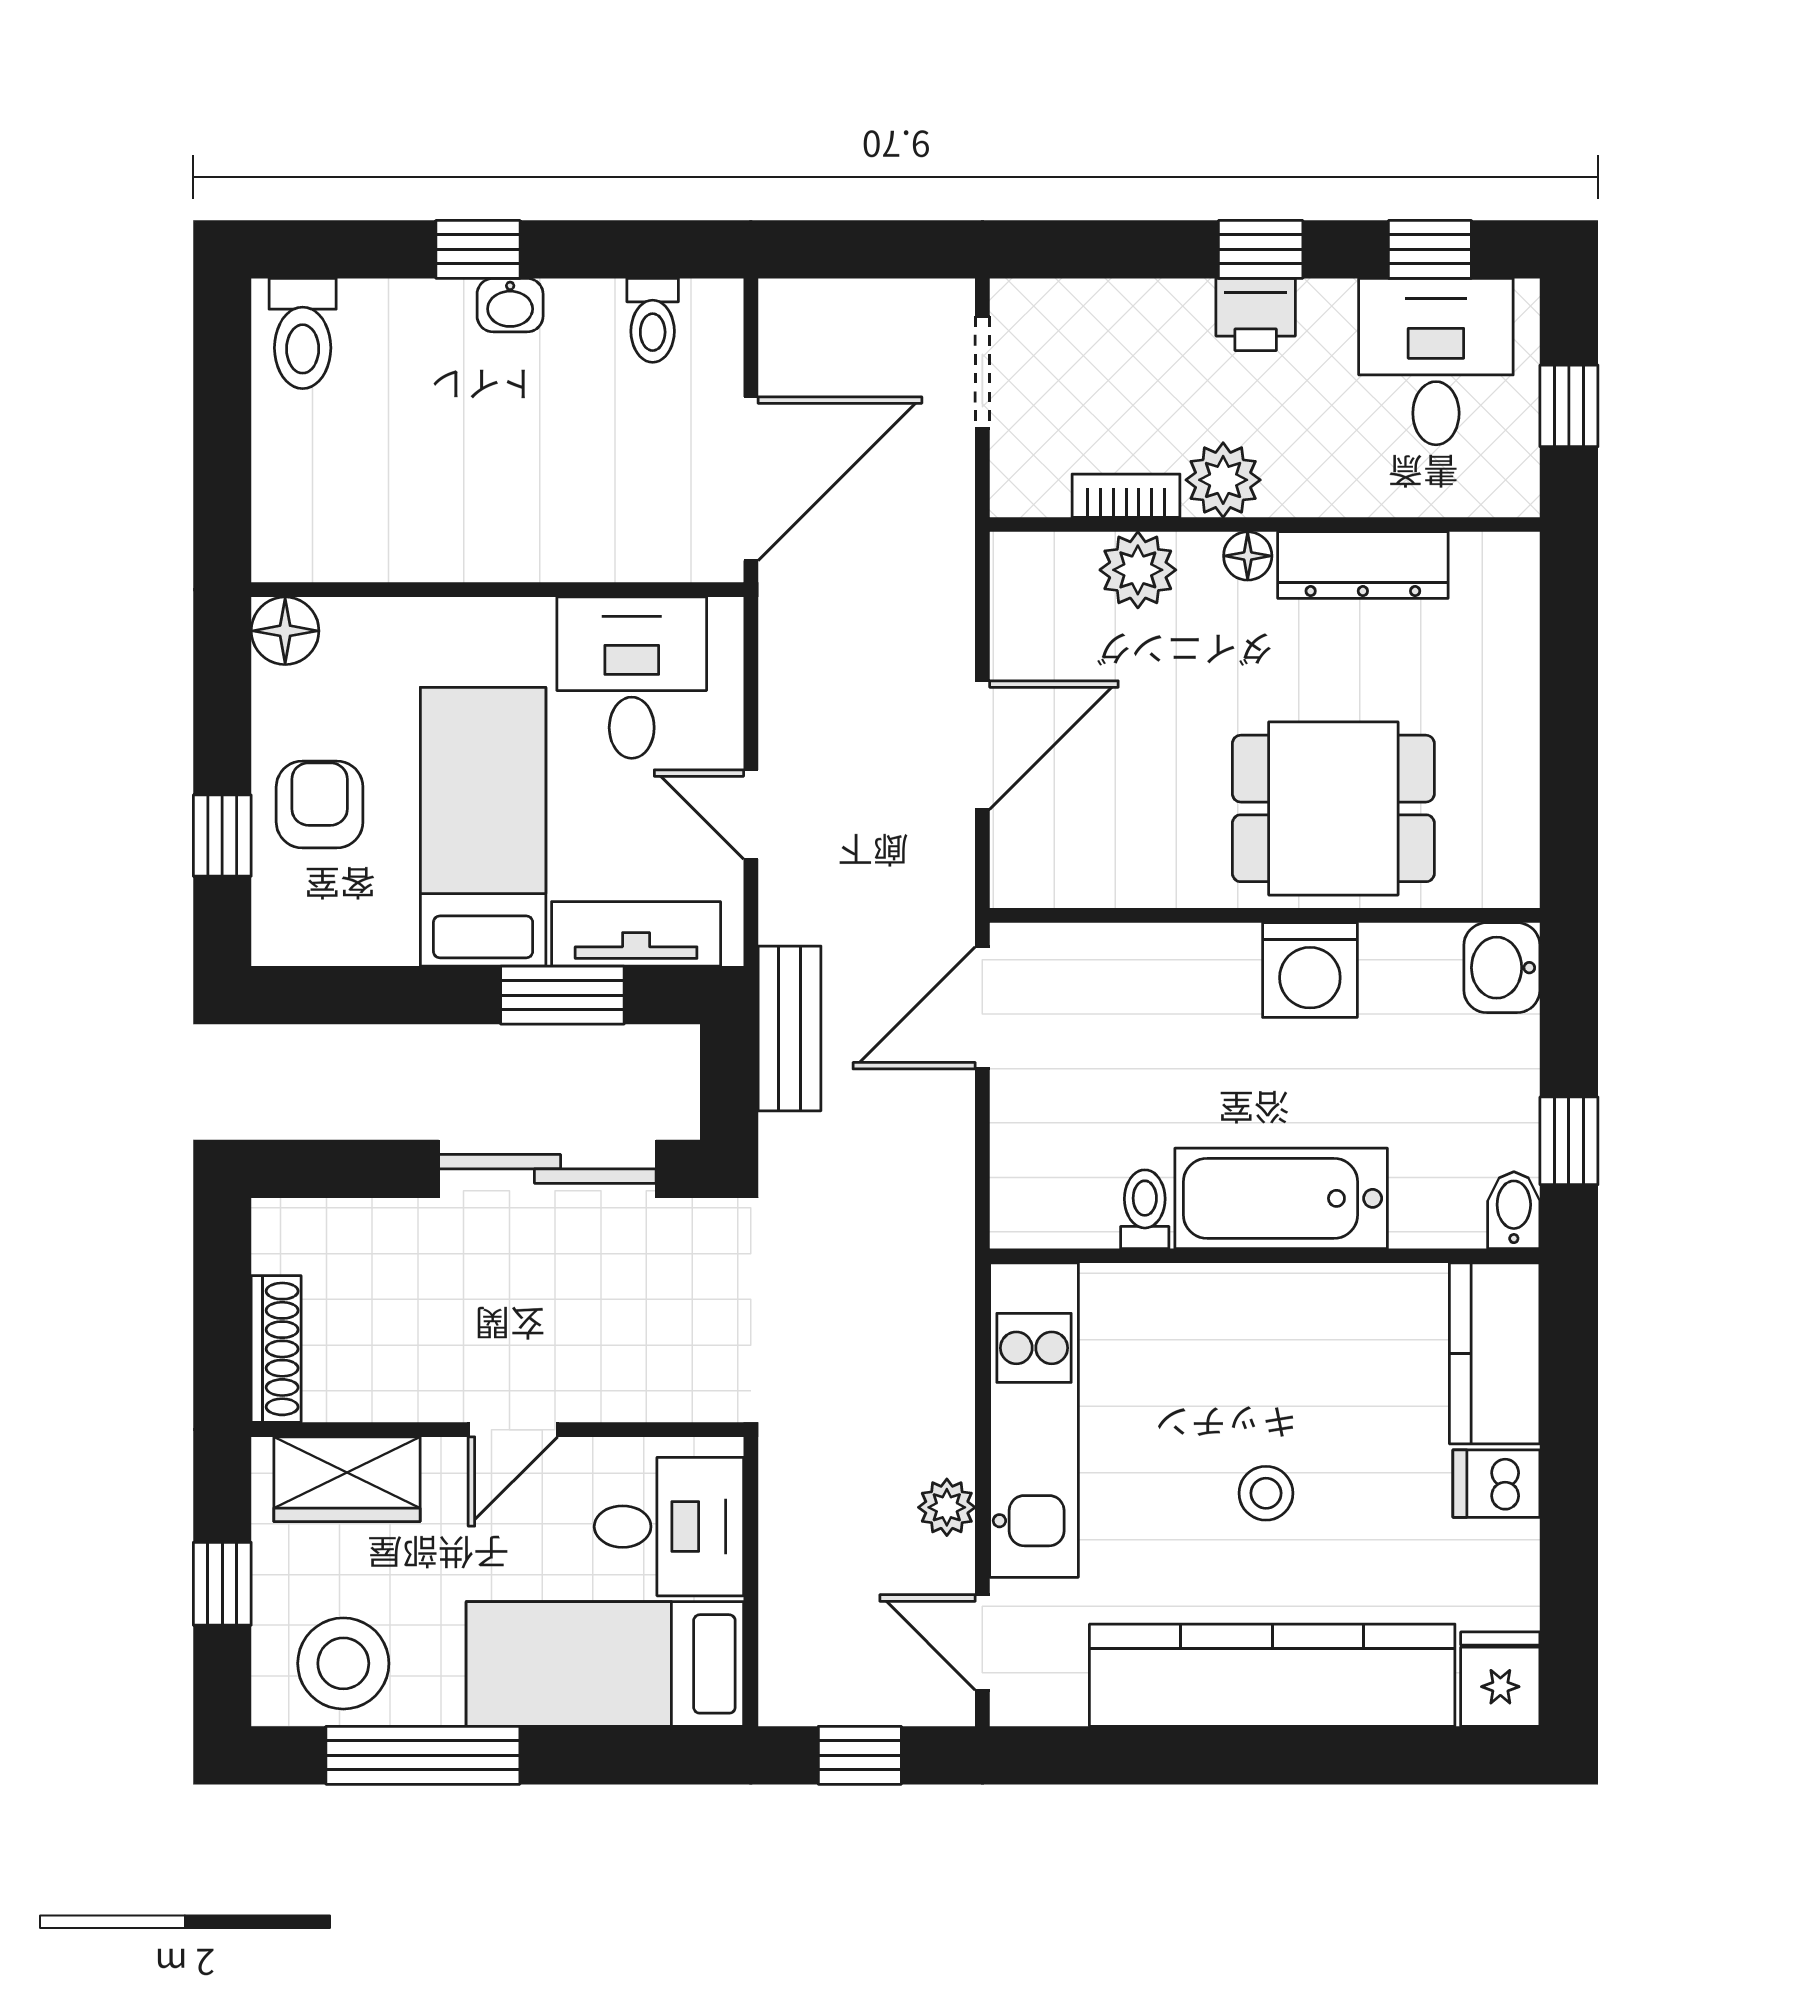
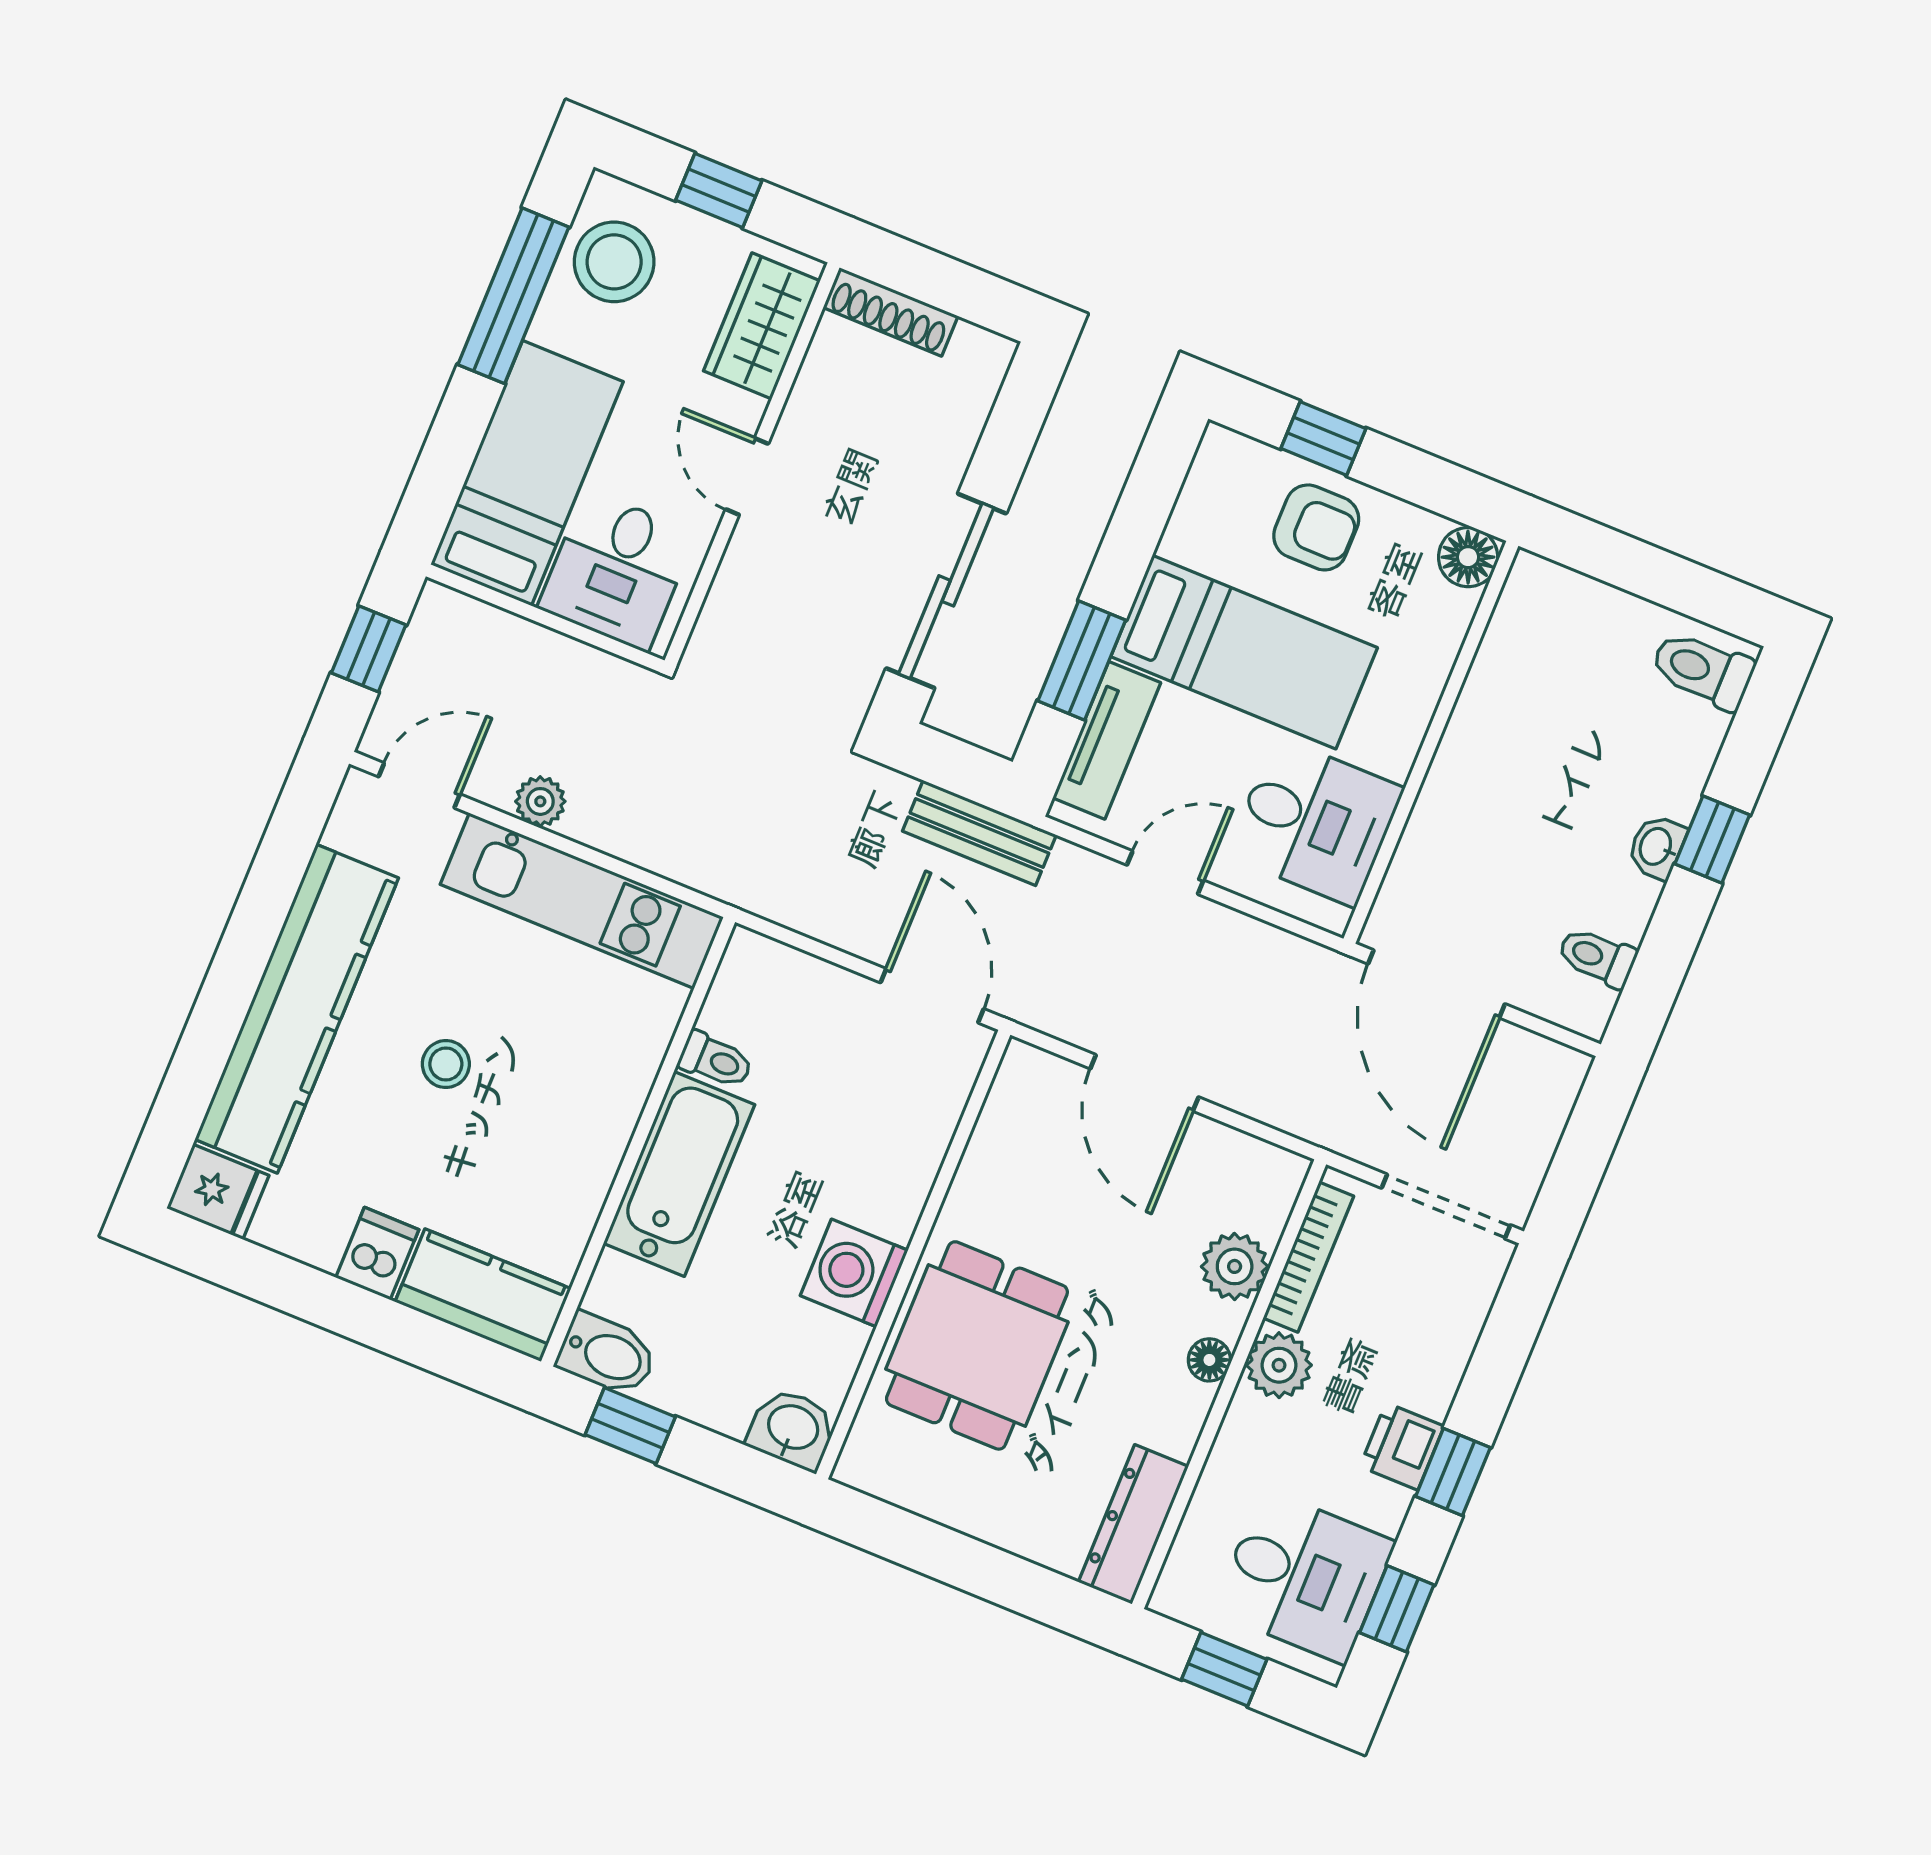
doorway: (982, 372) -> (1446, 1207), width x1.38
bookcase: (1126, 496) -> (1308, 1257), width x1.56
dresser: (1363, 565) -> (1133, 1524), moved
bidet: (1514, 1210) -> (607, 1355), width x1.38, depth x1.36

